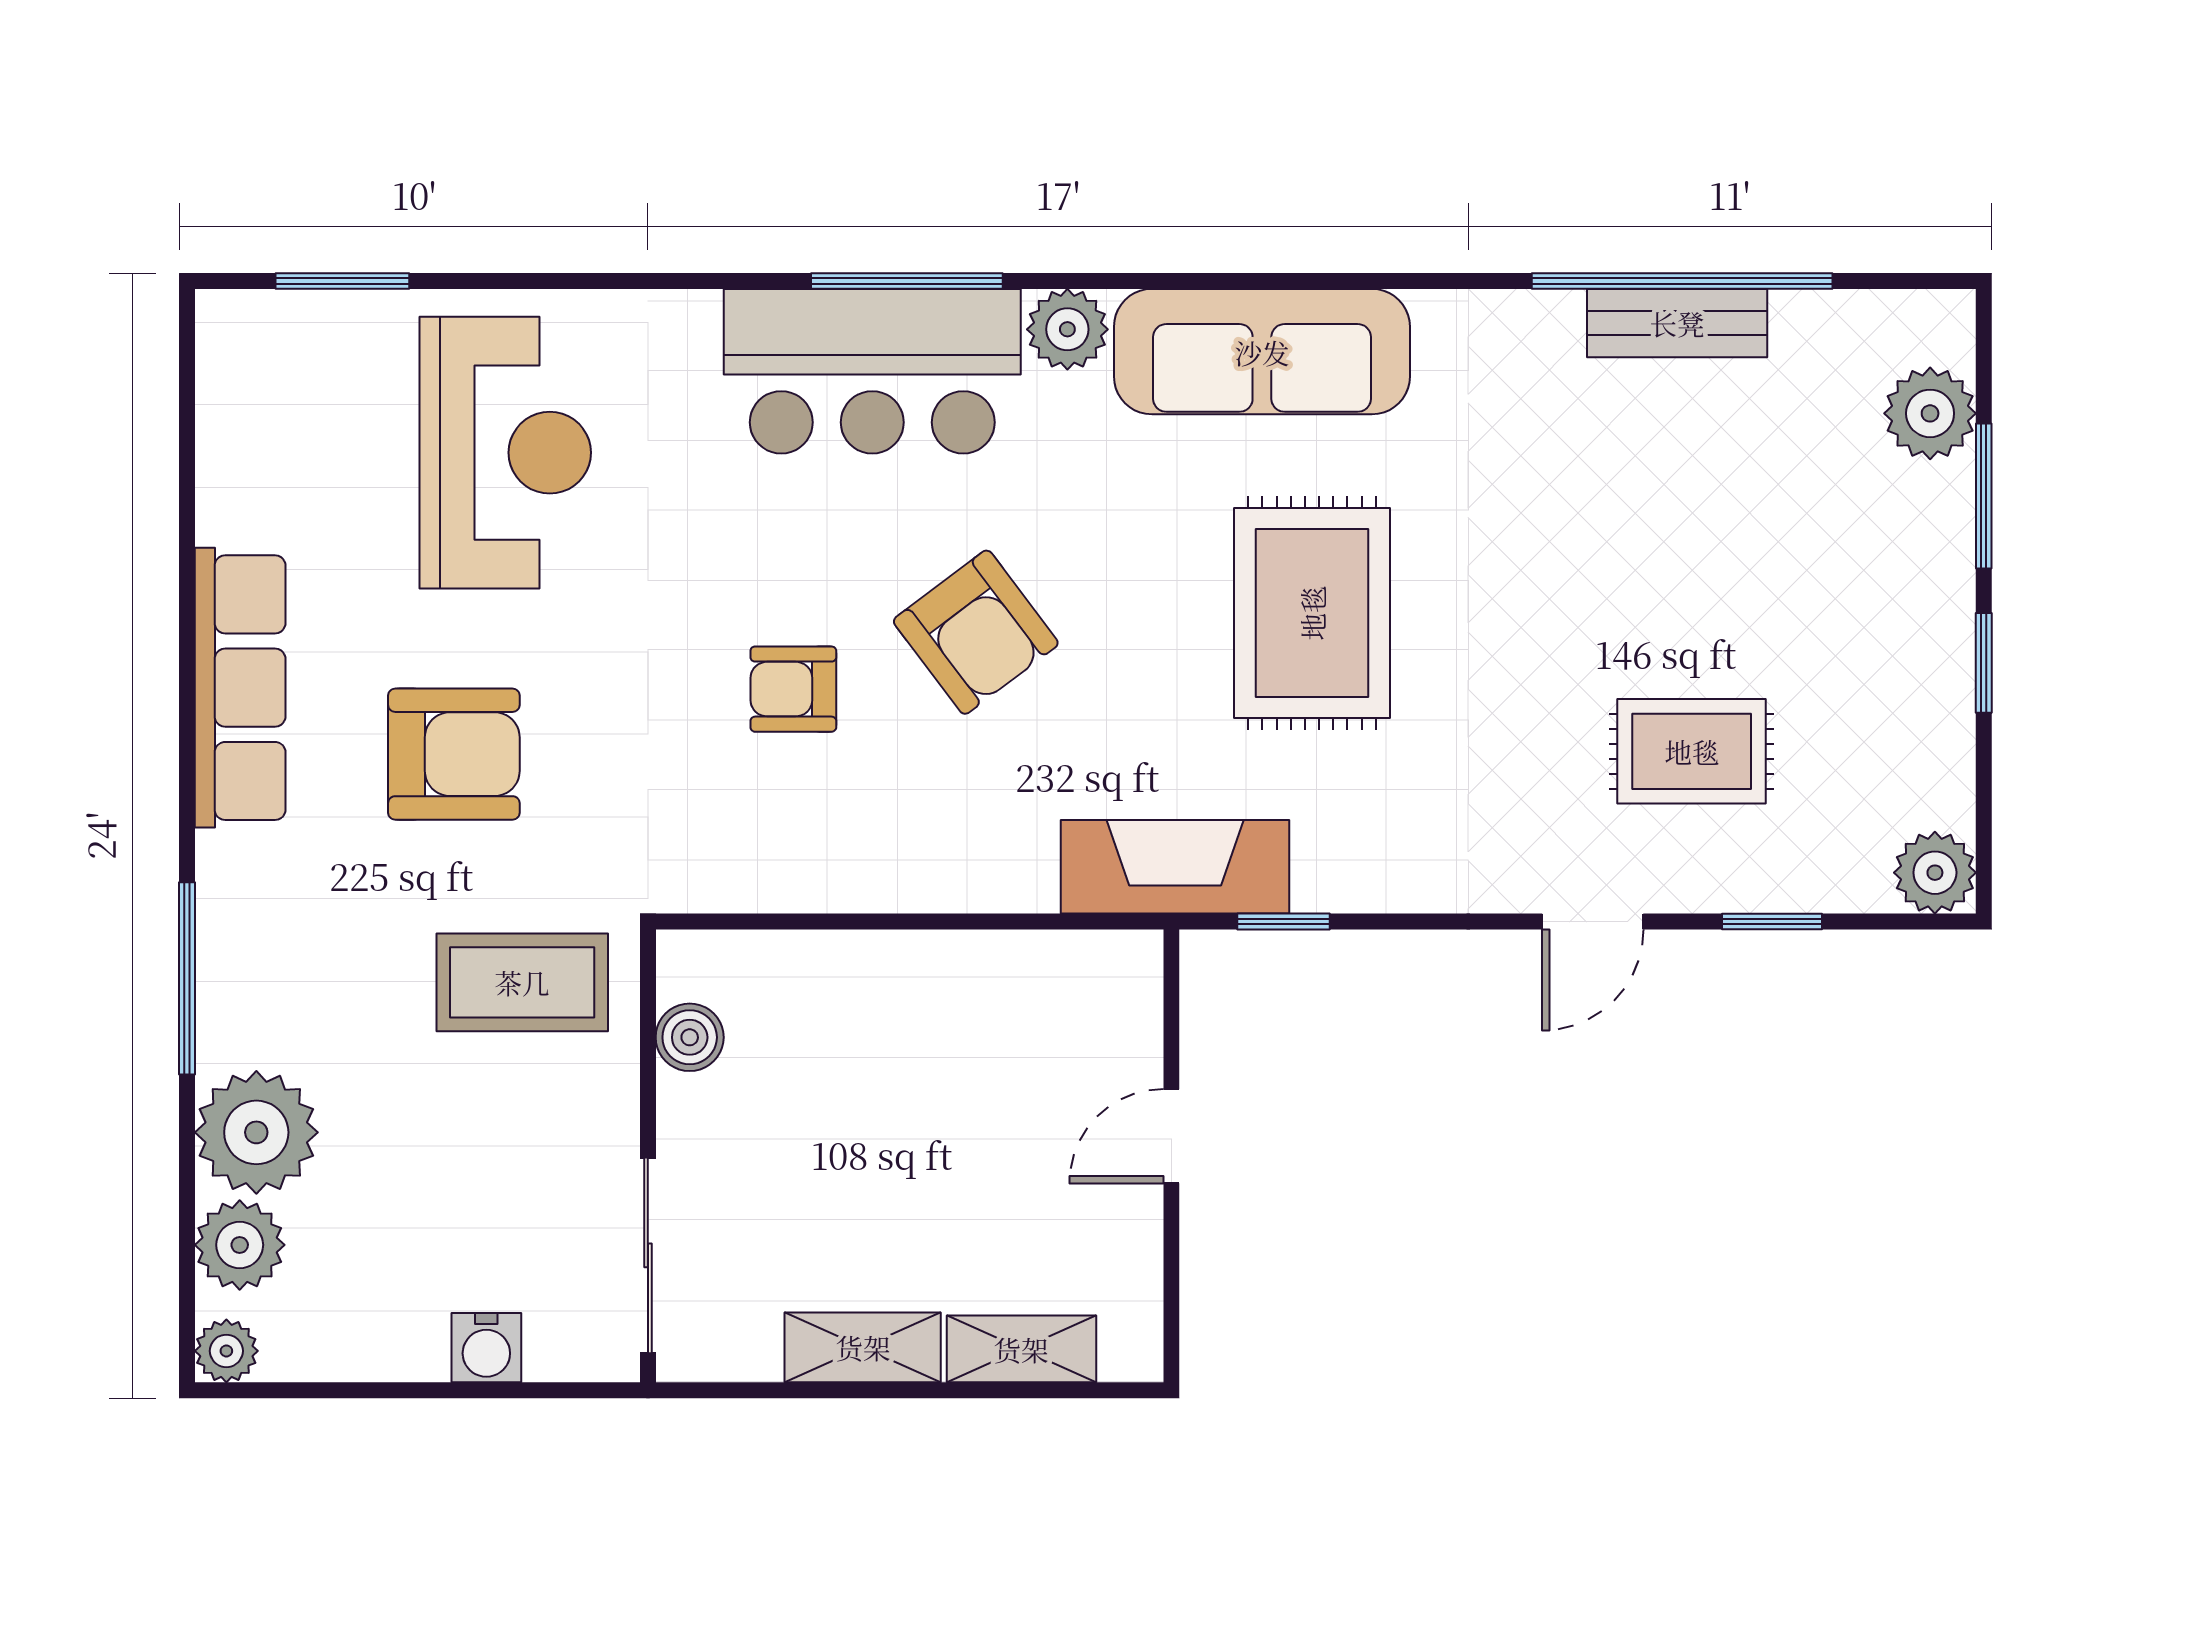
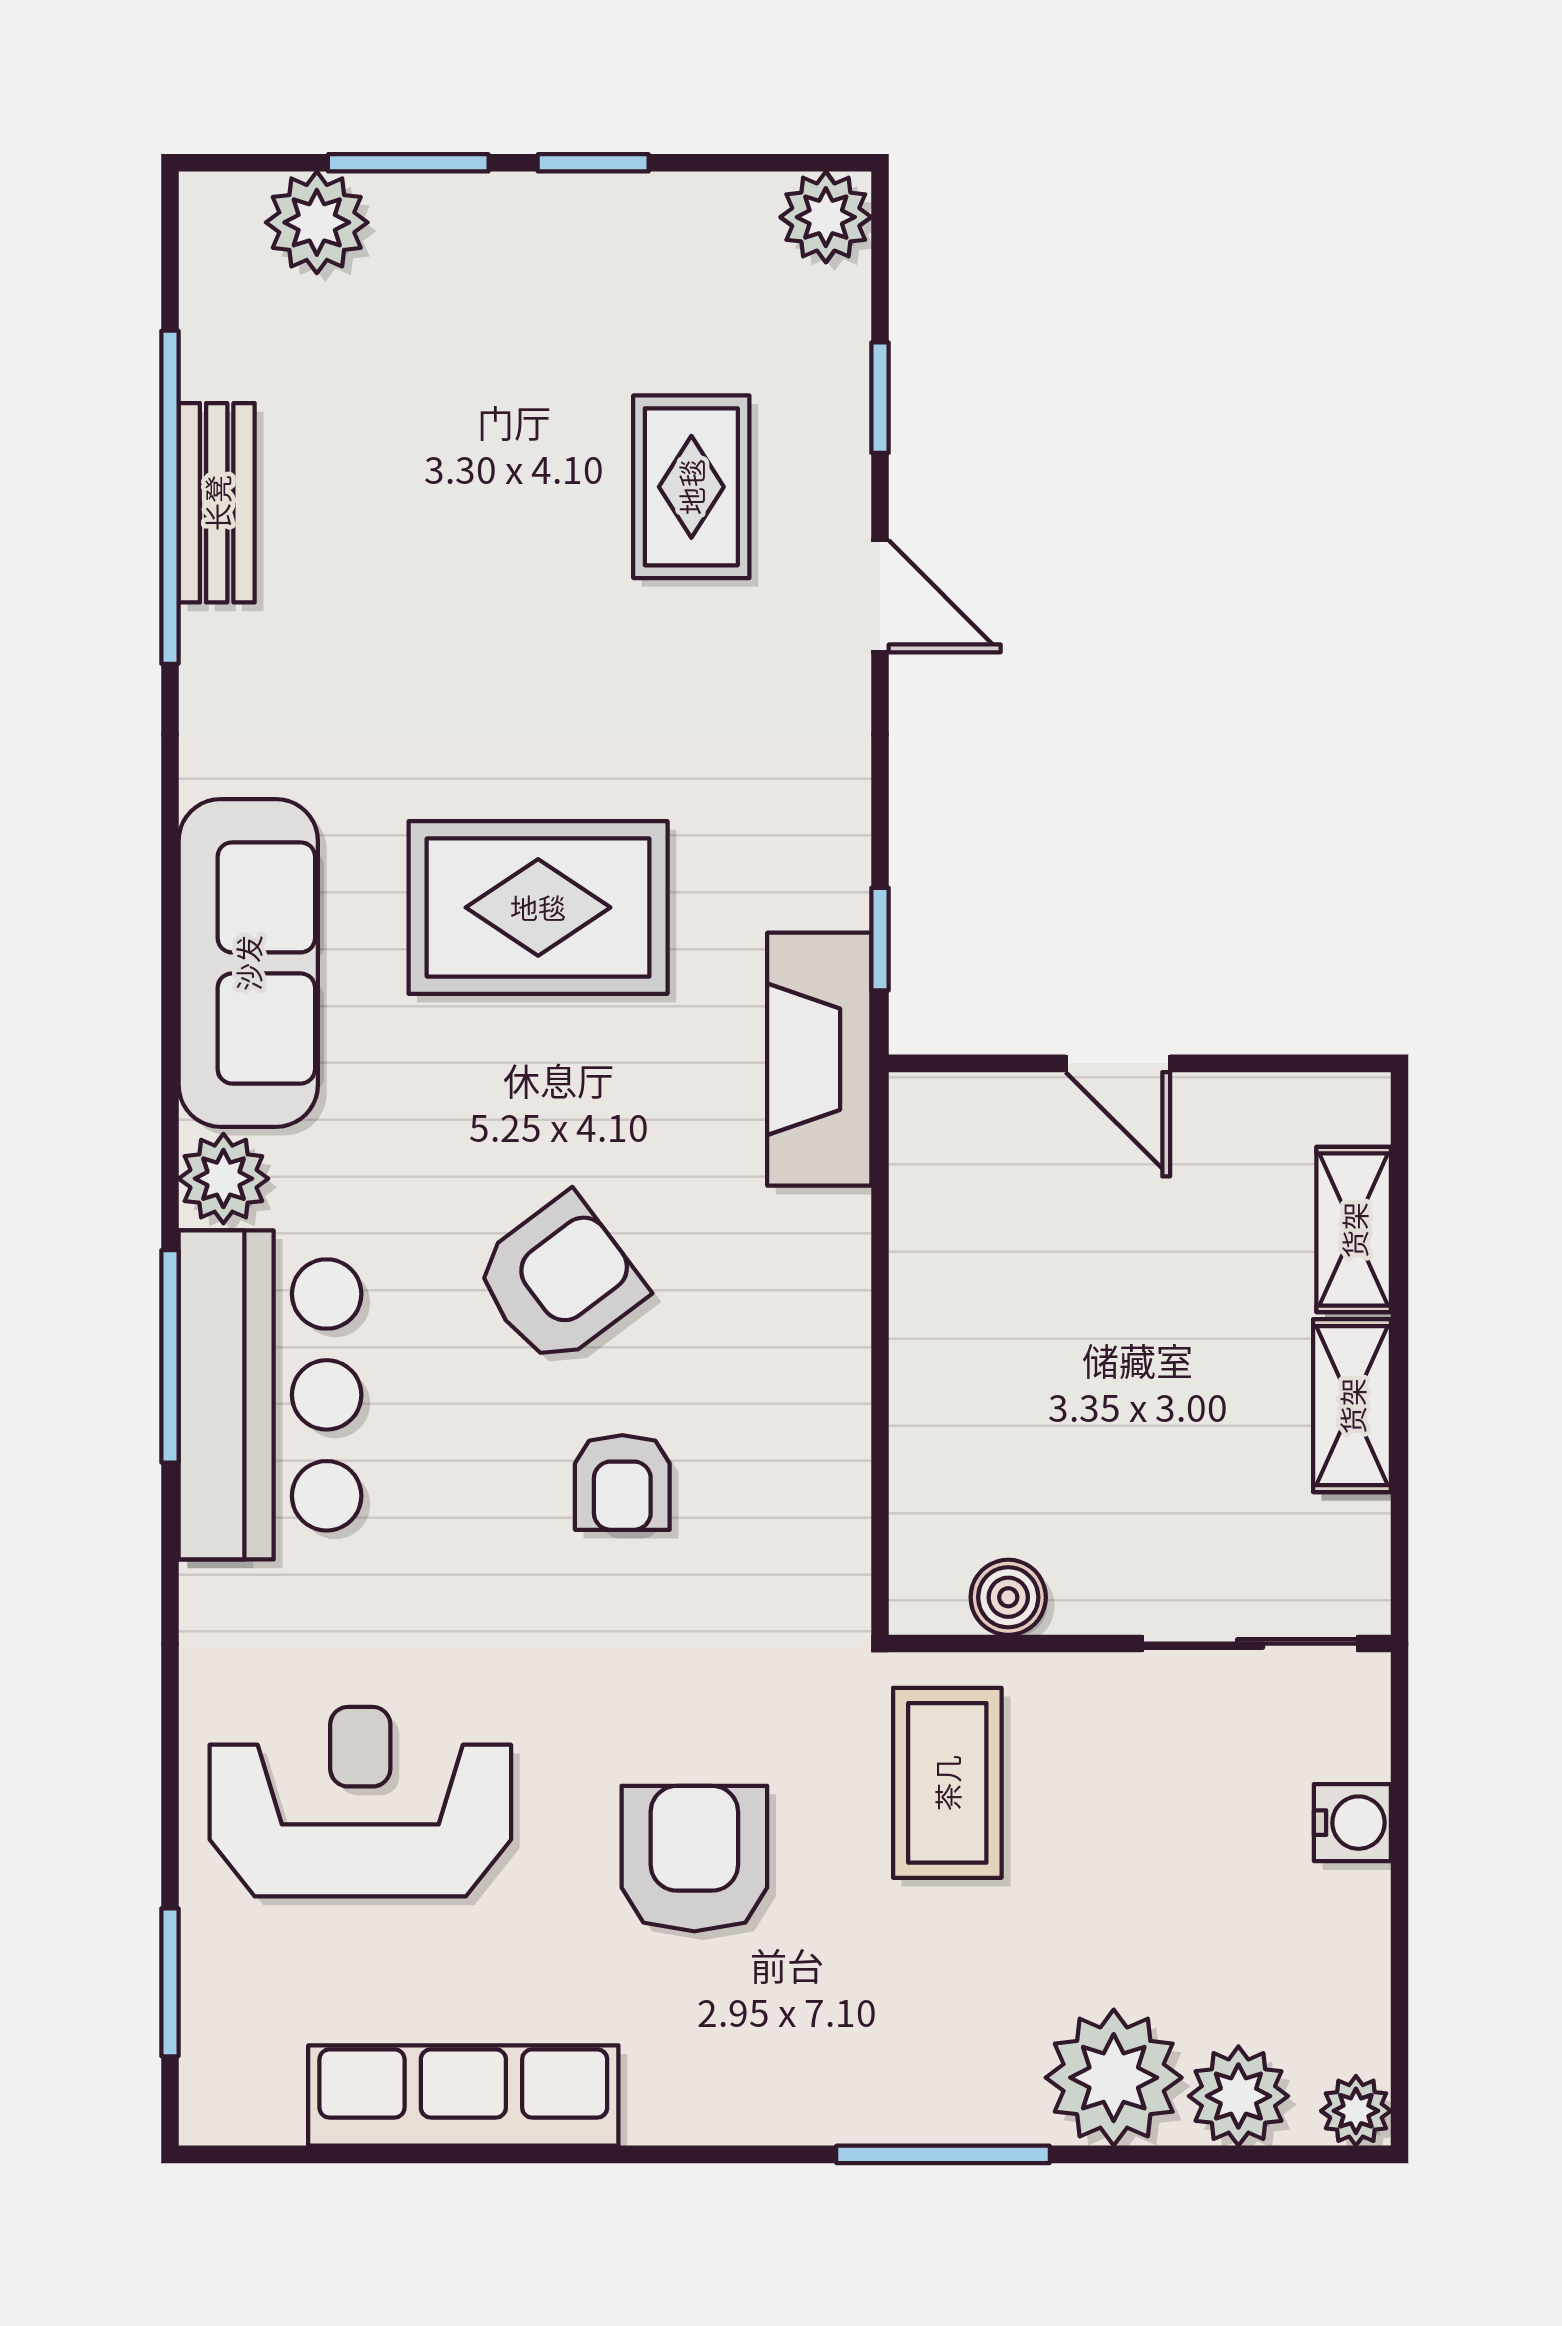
row of seats: (240, 688) -> (463, 2096), moved

